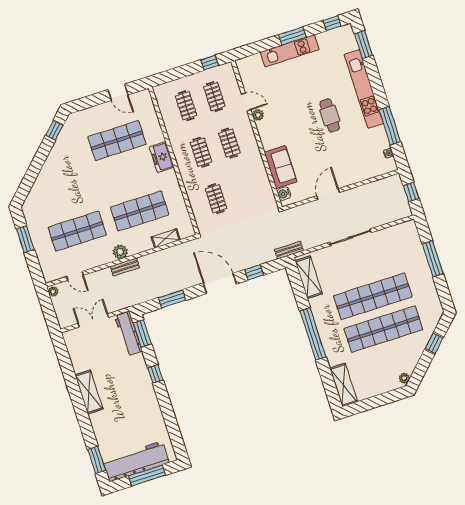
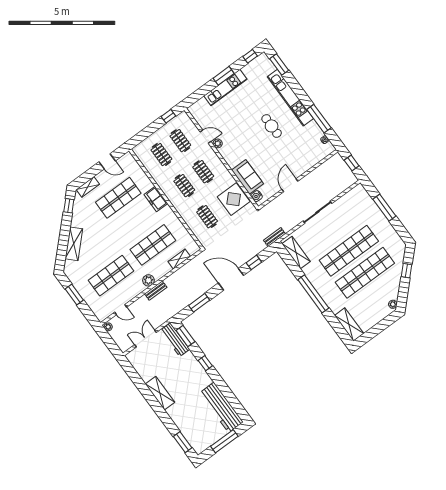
shelving: (85, 115) -> (88, 187), added
shelving: (45, 178) -> (74, 244), added
display table: (255, 188) -> (234, 199), added
workbench: (136, 461) -> (221, 407), moved, turned -90

